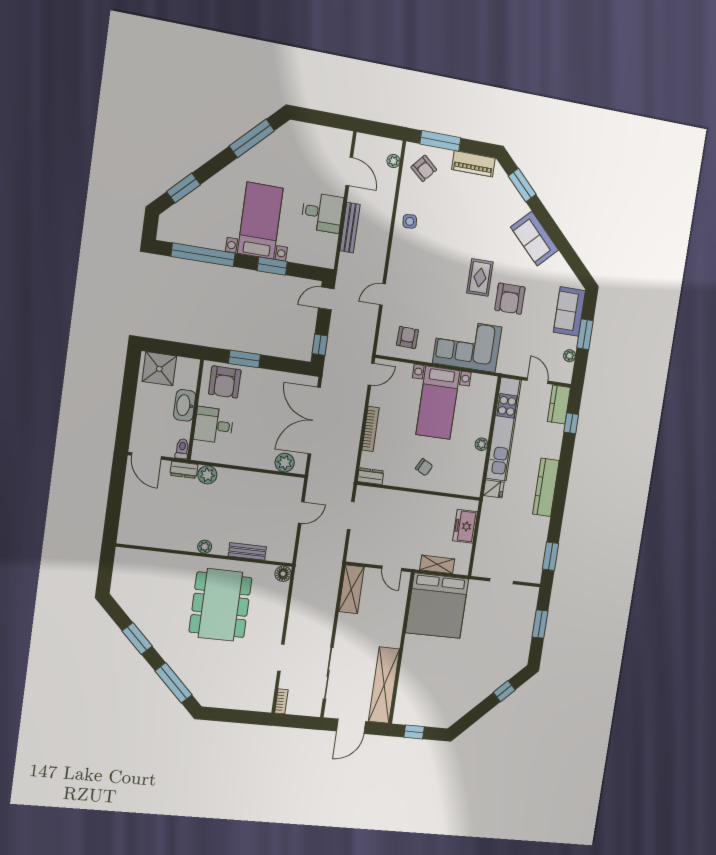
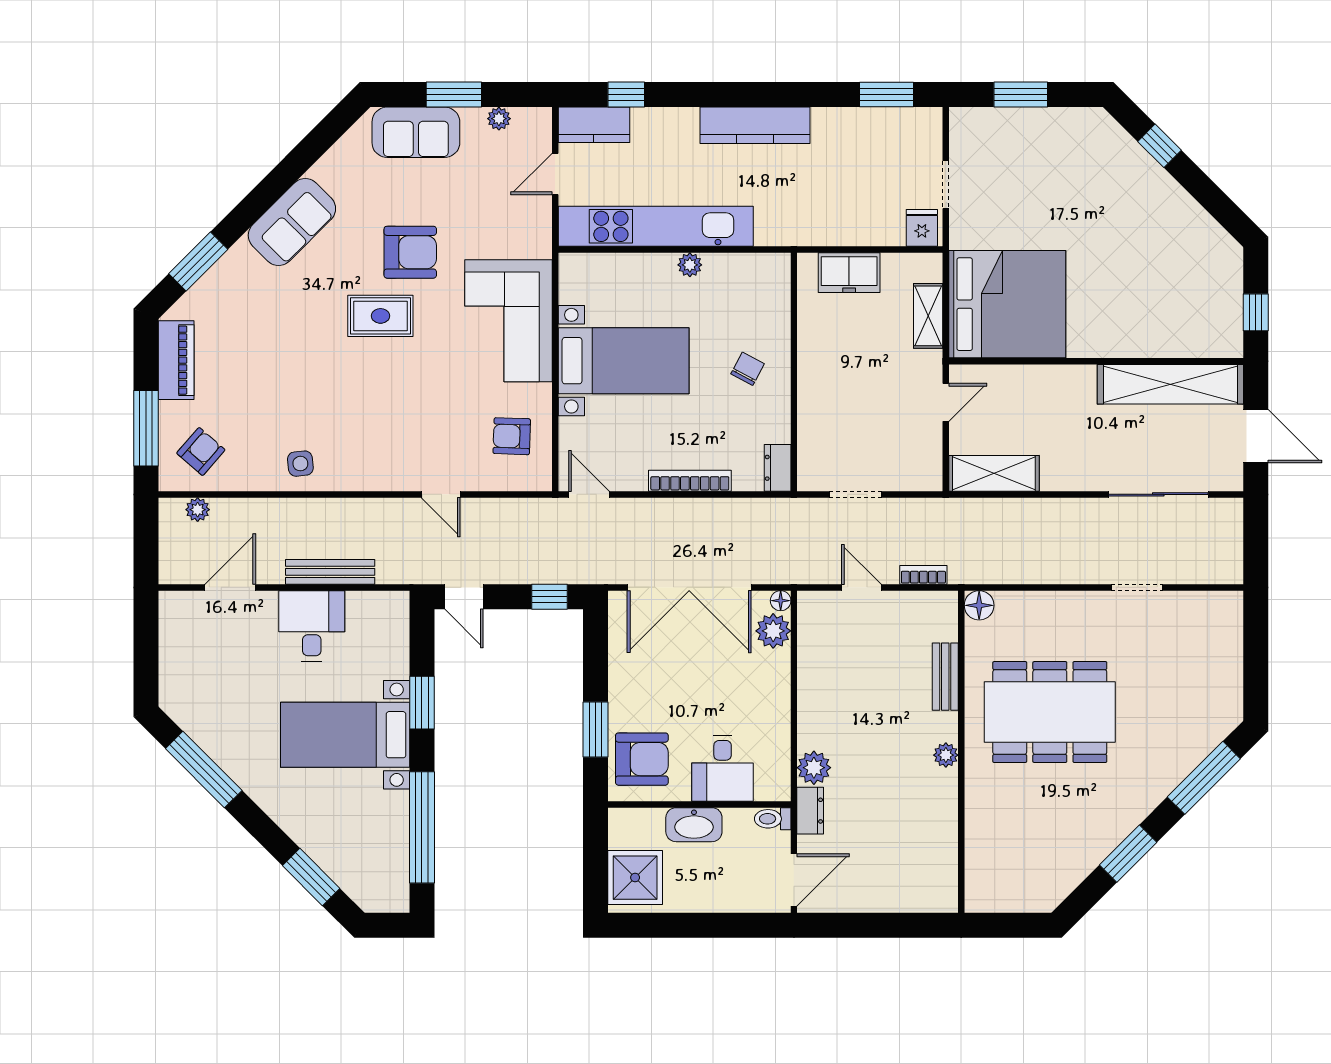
floor lamp: (300, 469) -> (781, 601), added
fridge: (494, 489) -> (922, 228), moved
bookcase: (281, 701) -> (923, 575), moved

